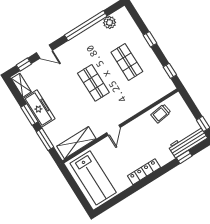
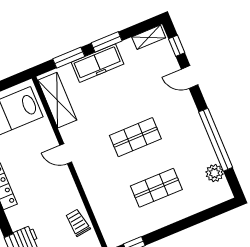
window: (150, 39) -> (182, 225), removed
door: (44, 52) -> (190, 77), hinge flipped
freezer: (39, 108) -> (98, 63), moved

